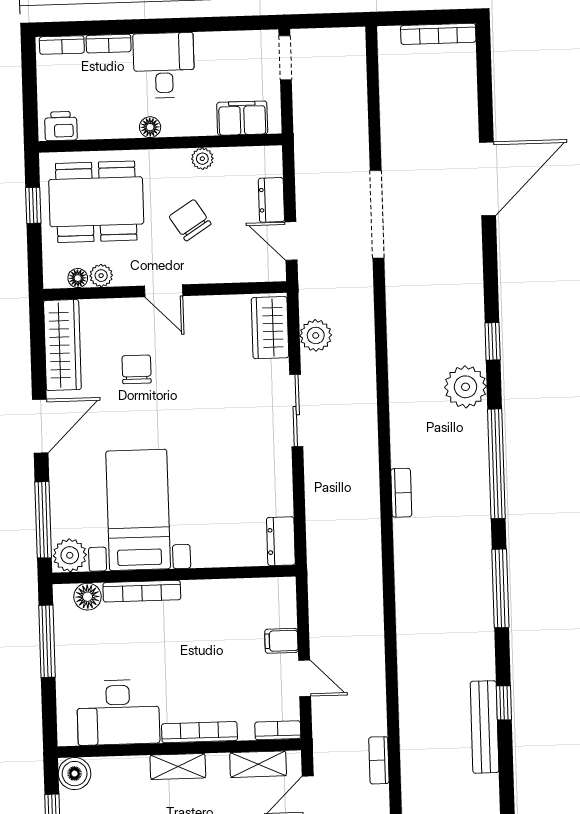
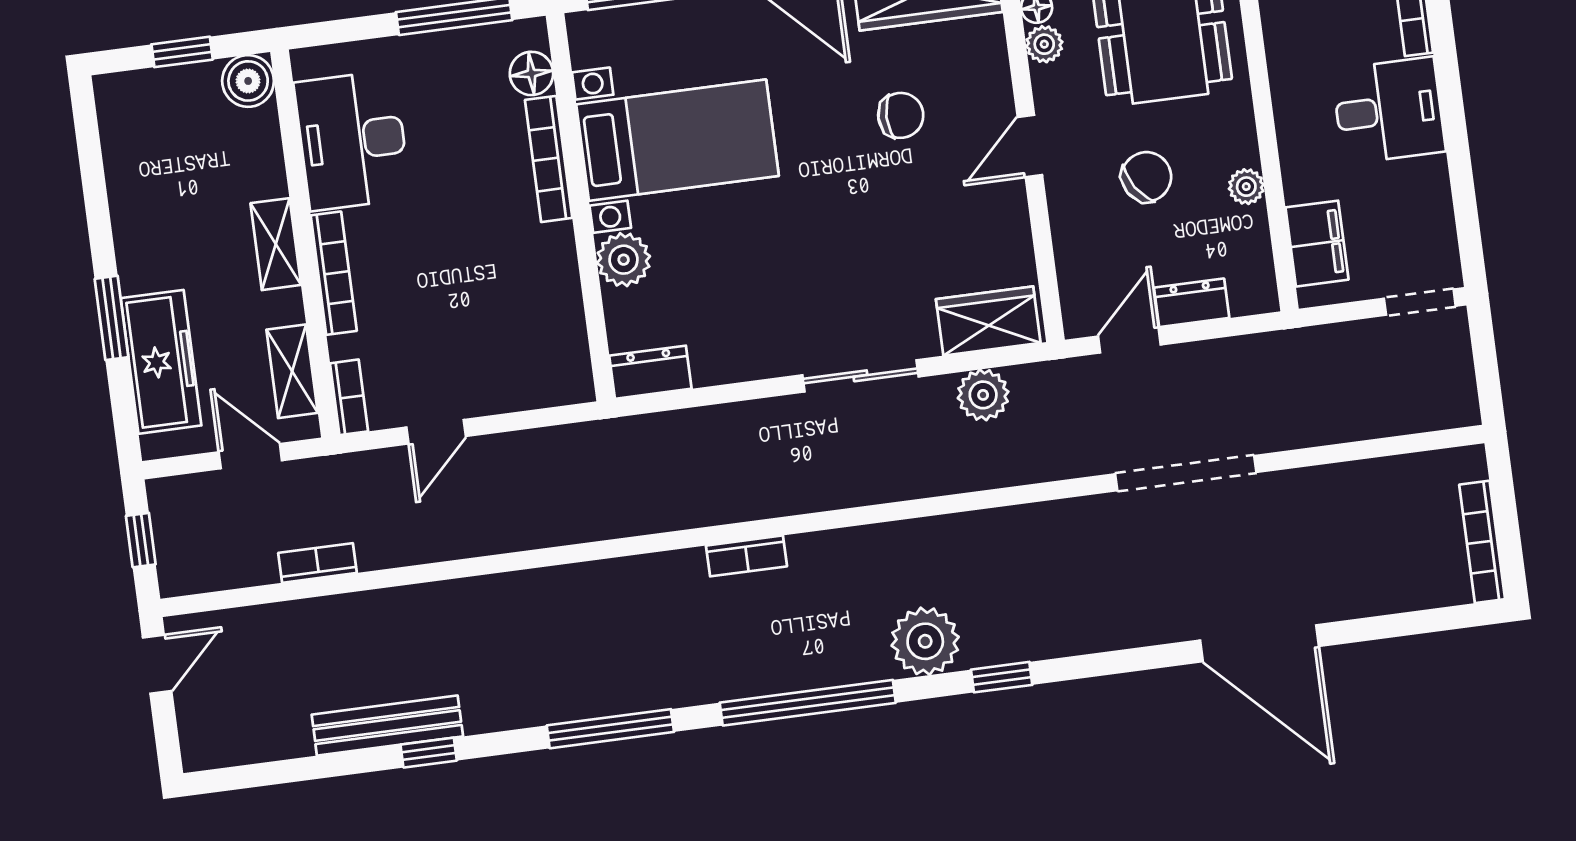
floor lamp: (150, 127) -> (1288, 98), removed
plant: (70, 555) -> (624, 260), moved
filing cabinet: (281, 641) -> (492, 389), removed

